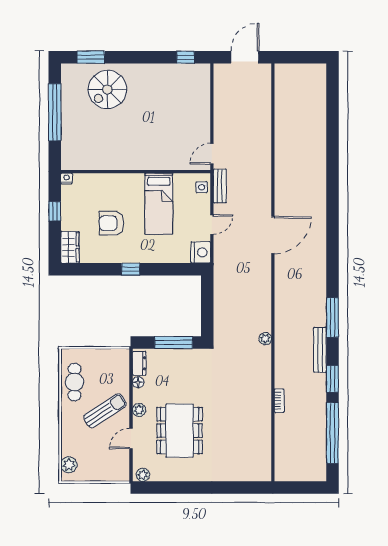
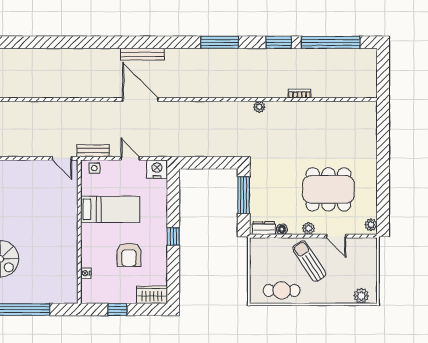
nightstand: (66, 178) -> (86, 273), moved
plant: (265, 339) -> (259, 107), moved
bench: (320, 350) -> (143, 54), moved

